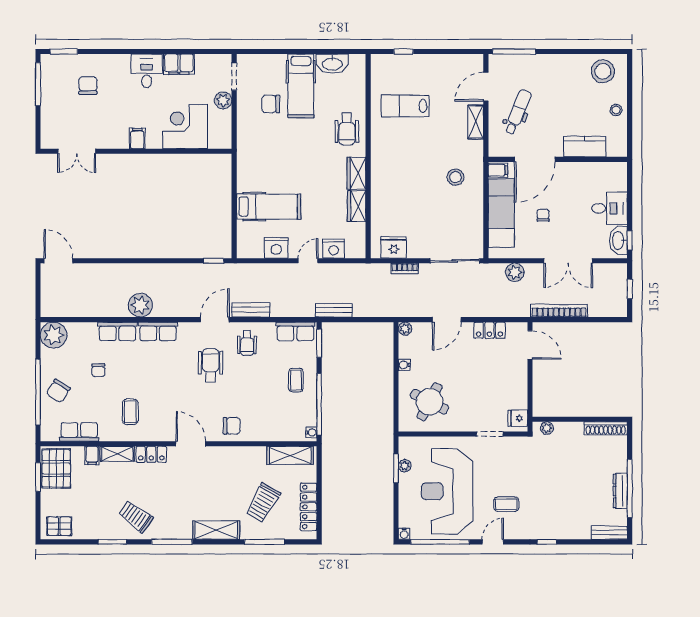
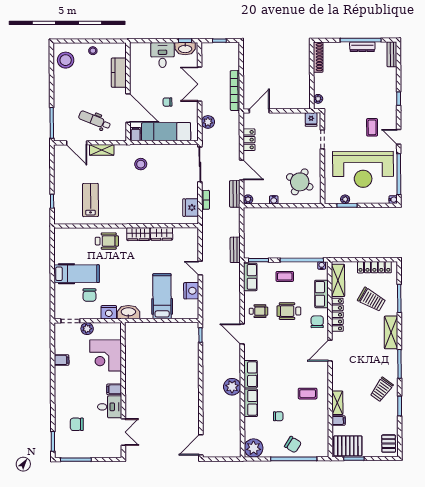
filing cabinet: (179, 64) -> (62, 360), width x0.50
washbasin: (332, 64) -> (128, 312), moved, turned -90
desk: (147, 71) -> (110, 407), moved, turned 180
lab bench: (405, 106) -> (90, 200), turned 180
nightstand: (334, 249) -> (109, 312), moved, turned 90
double door: (568, 261) -> (200, 84), swing flipped
bench: (251, 310) -> (235, 194), moved
wheelchair: (211, 365) -> (289, 311), moved
row of seats: (79, 432) -> (321, 294), moved
locker: (151, 454) -> (337, 315), moved, width x1.53

